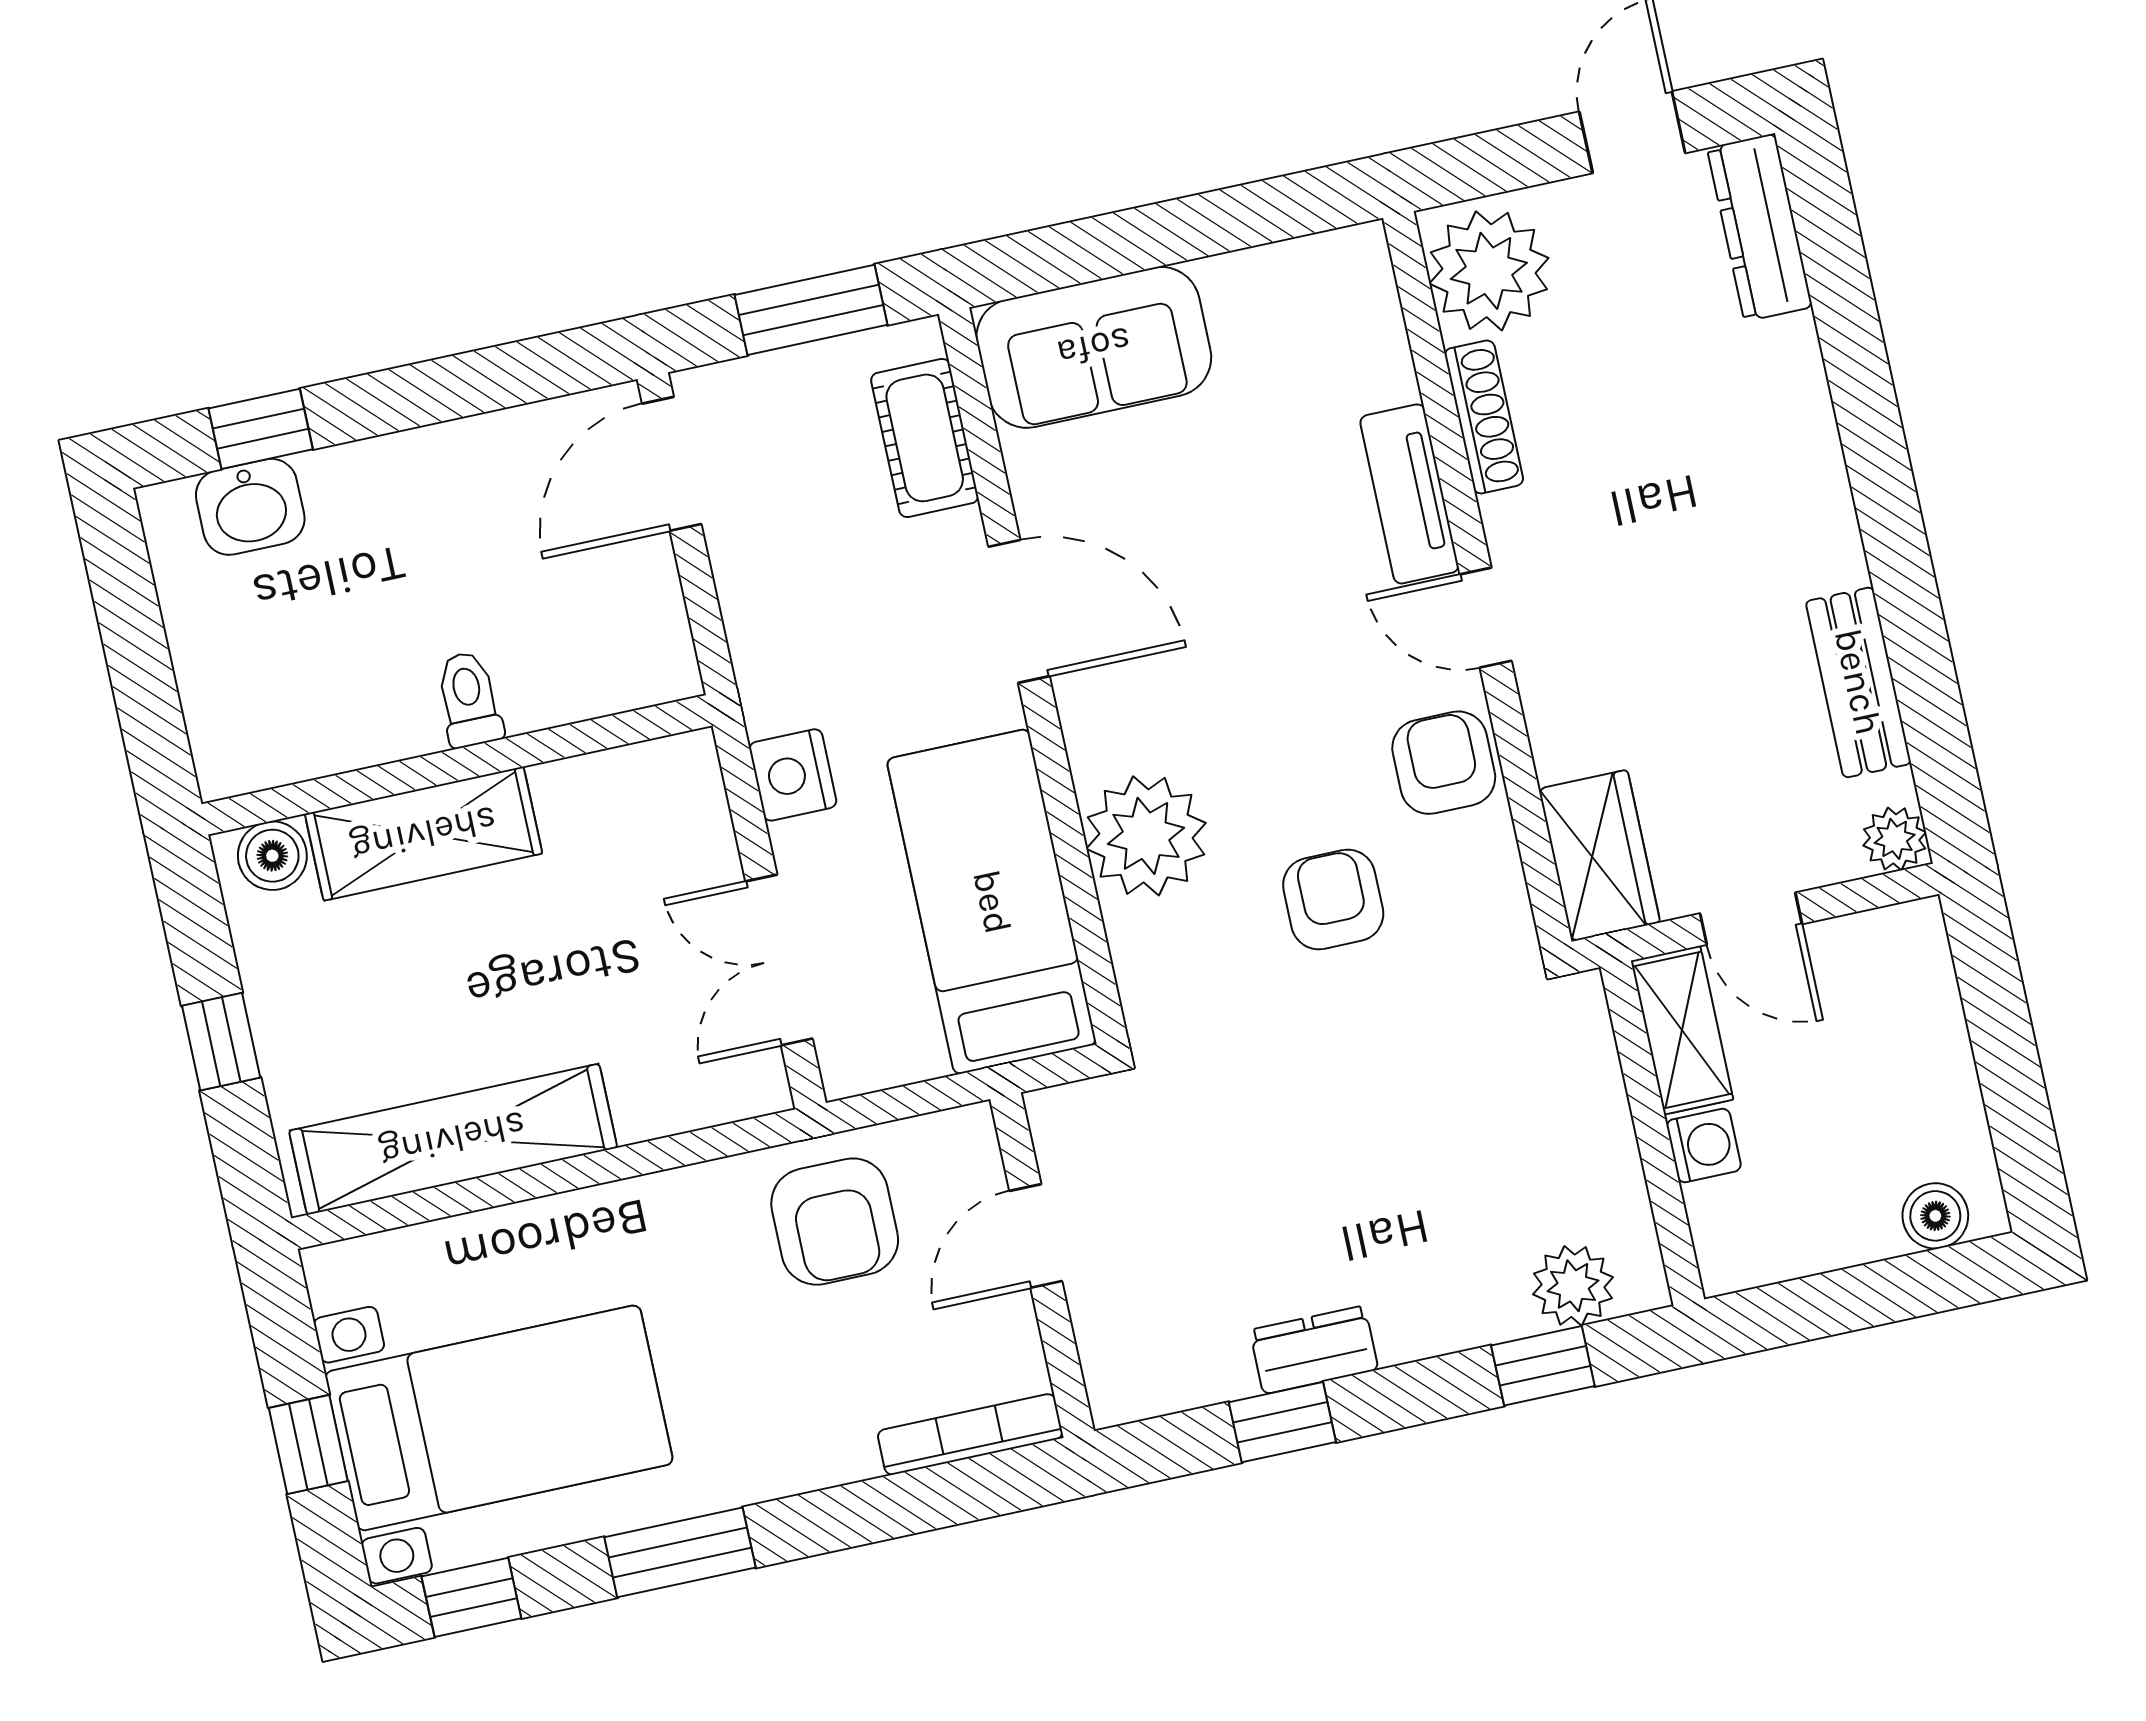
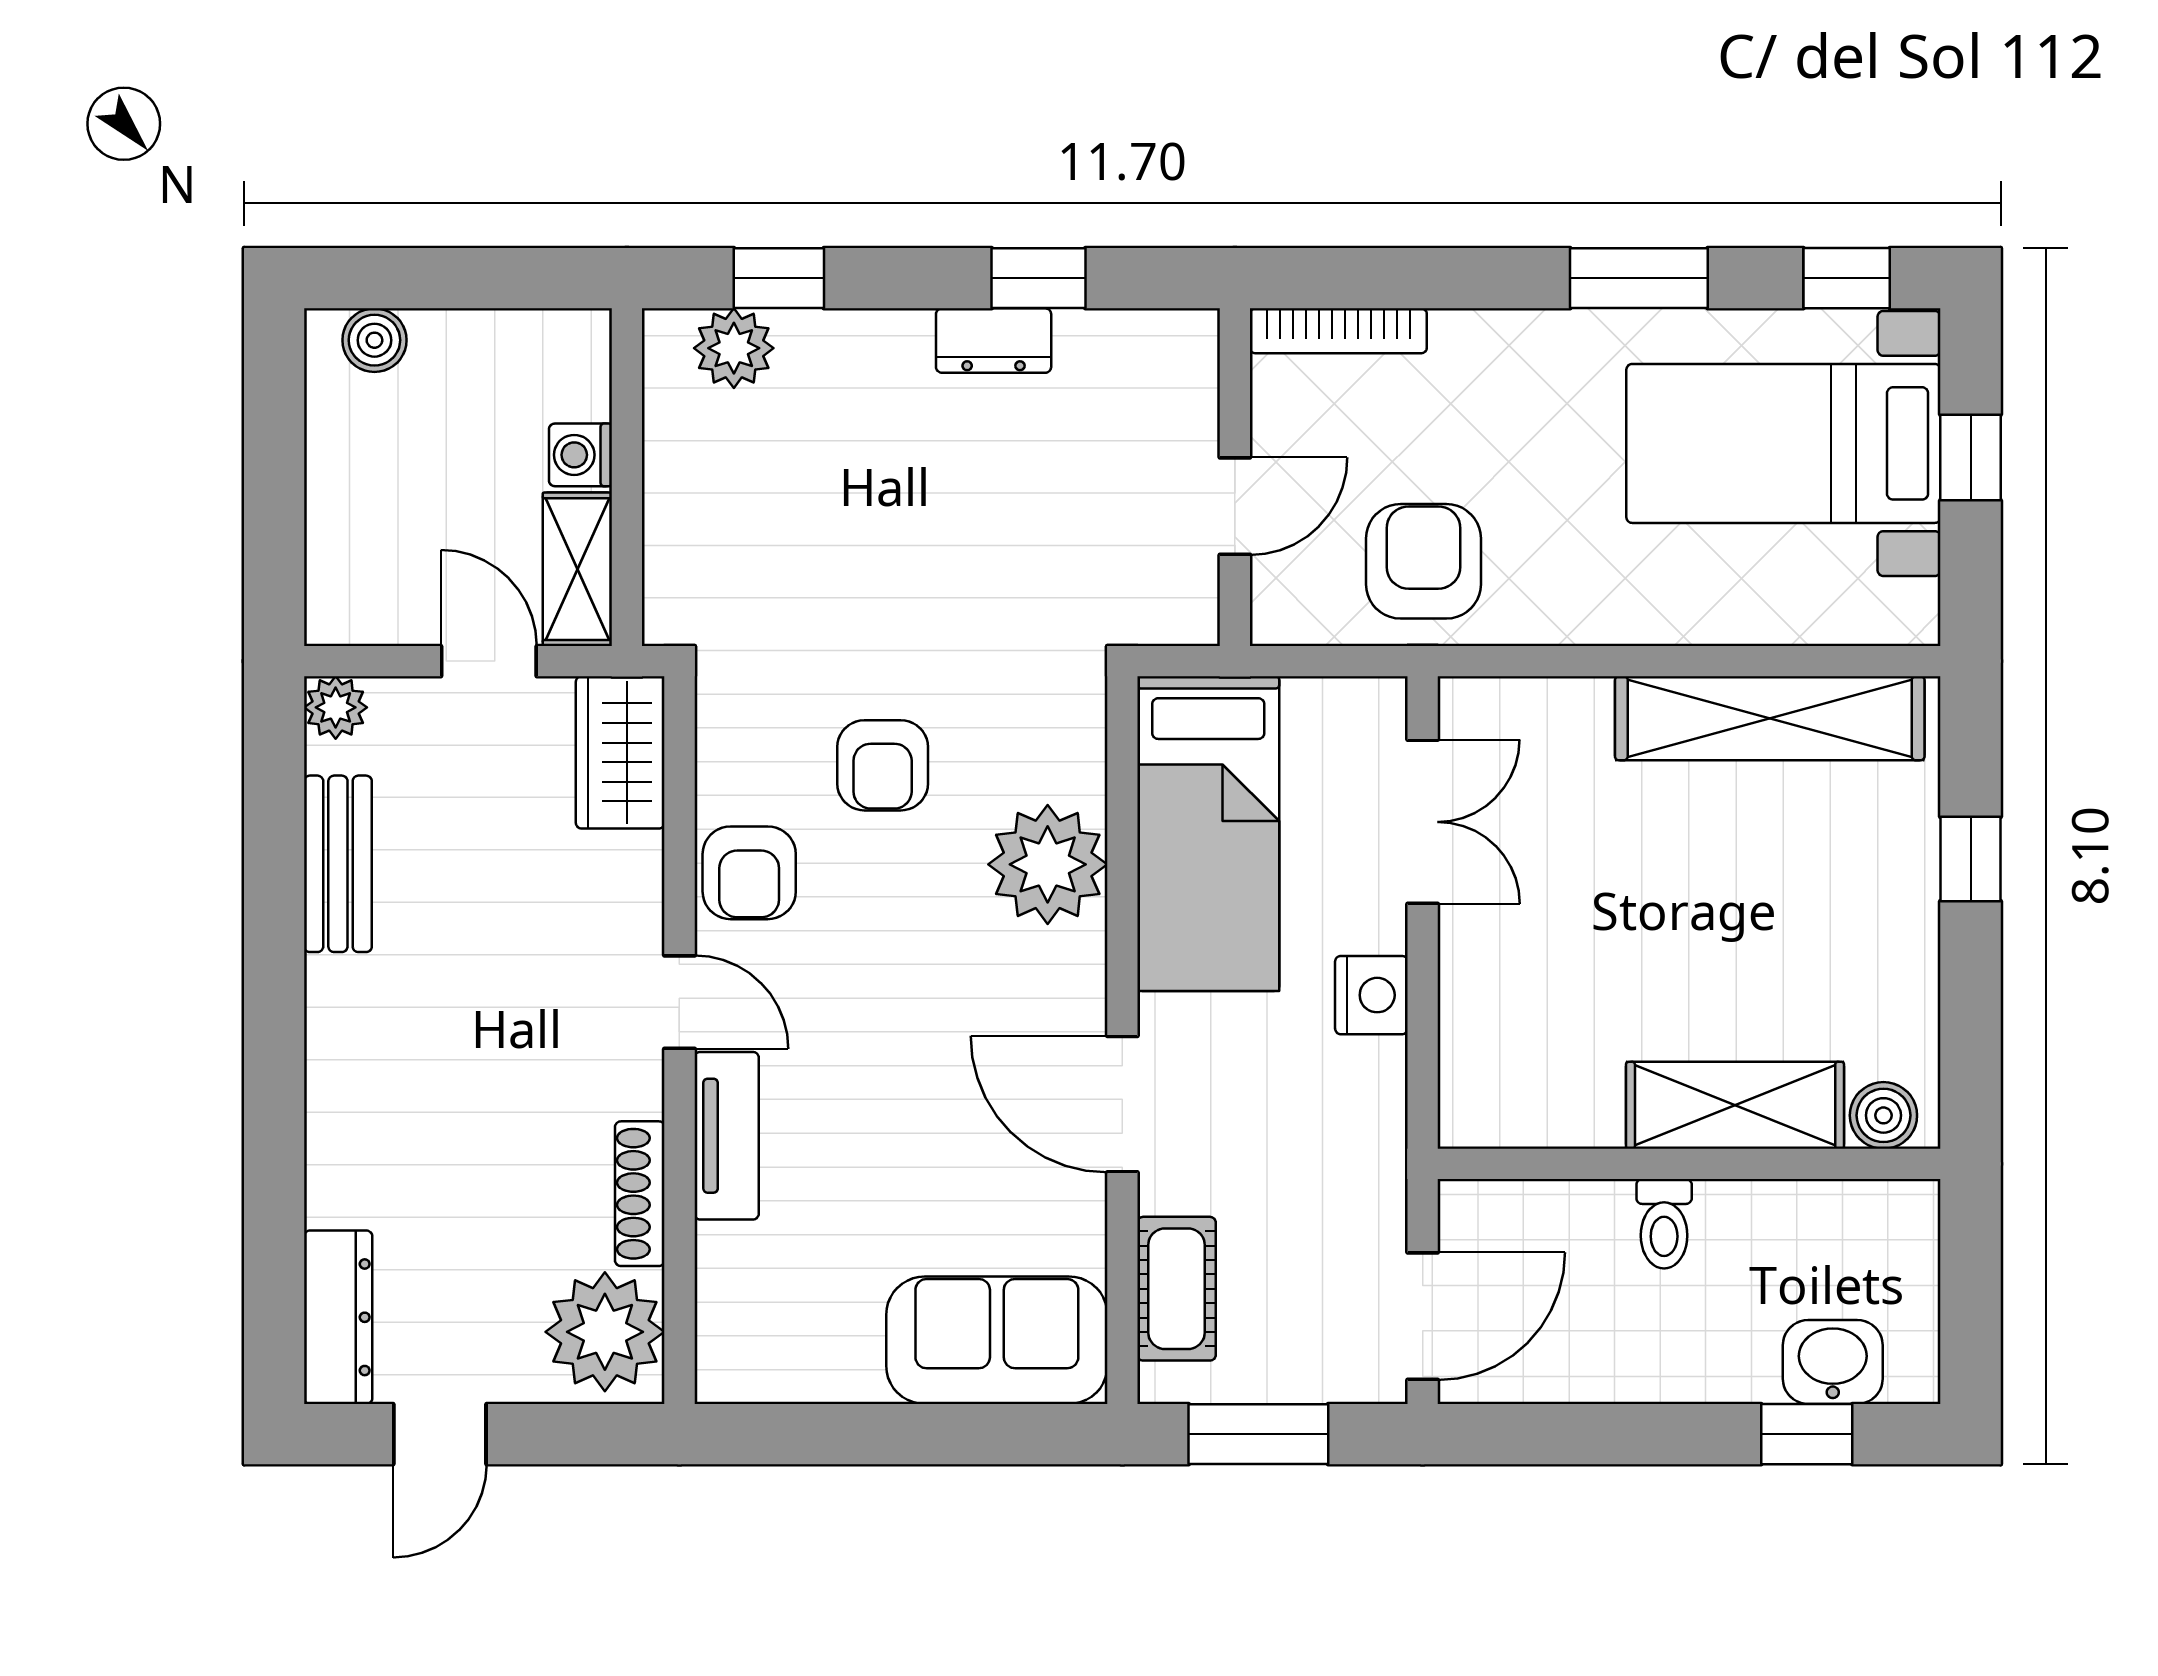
toilet: (469, 699) -> (1664, 1224), moved
wall: (457, 765) -> (1689, 1164), moved
shelving: (424, 834) -> (1735, 1105), moved
boiler: (272, 856) -> (1883, 1115), moved

